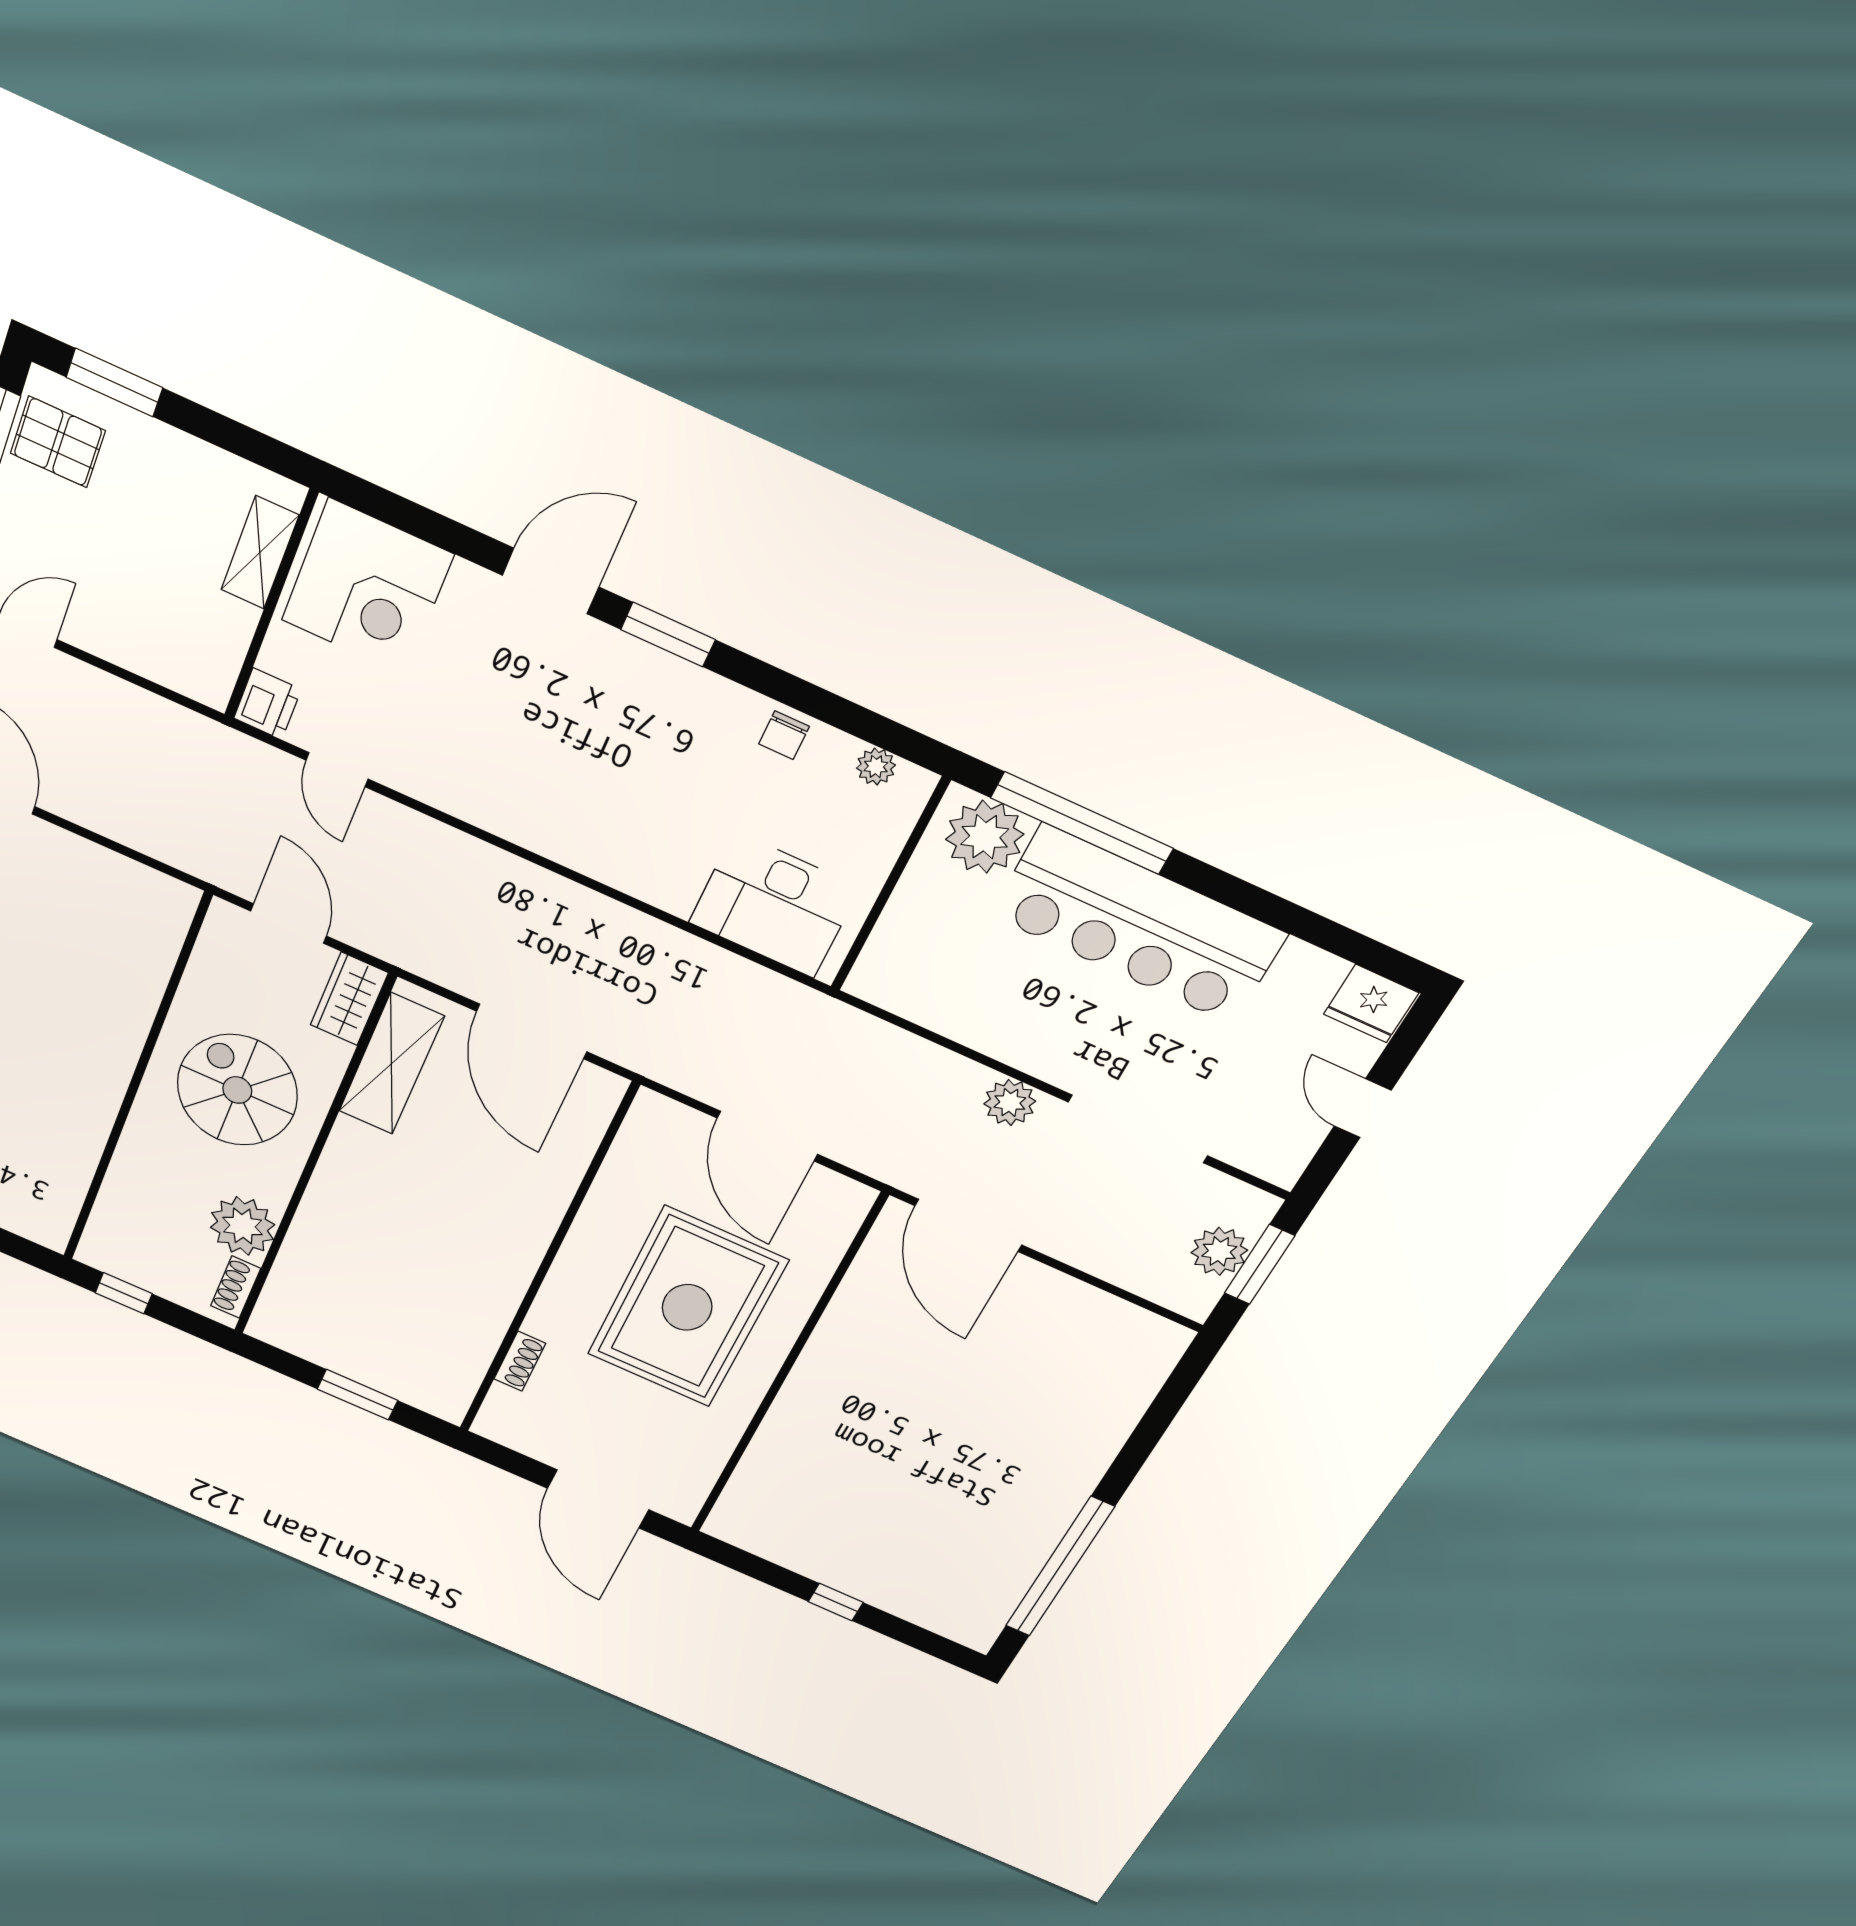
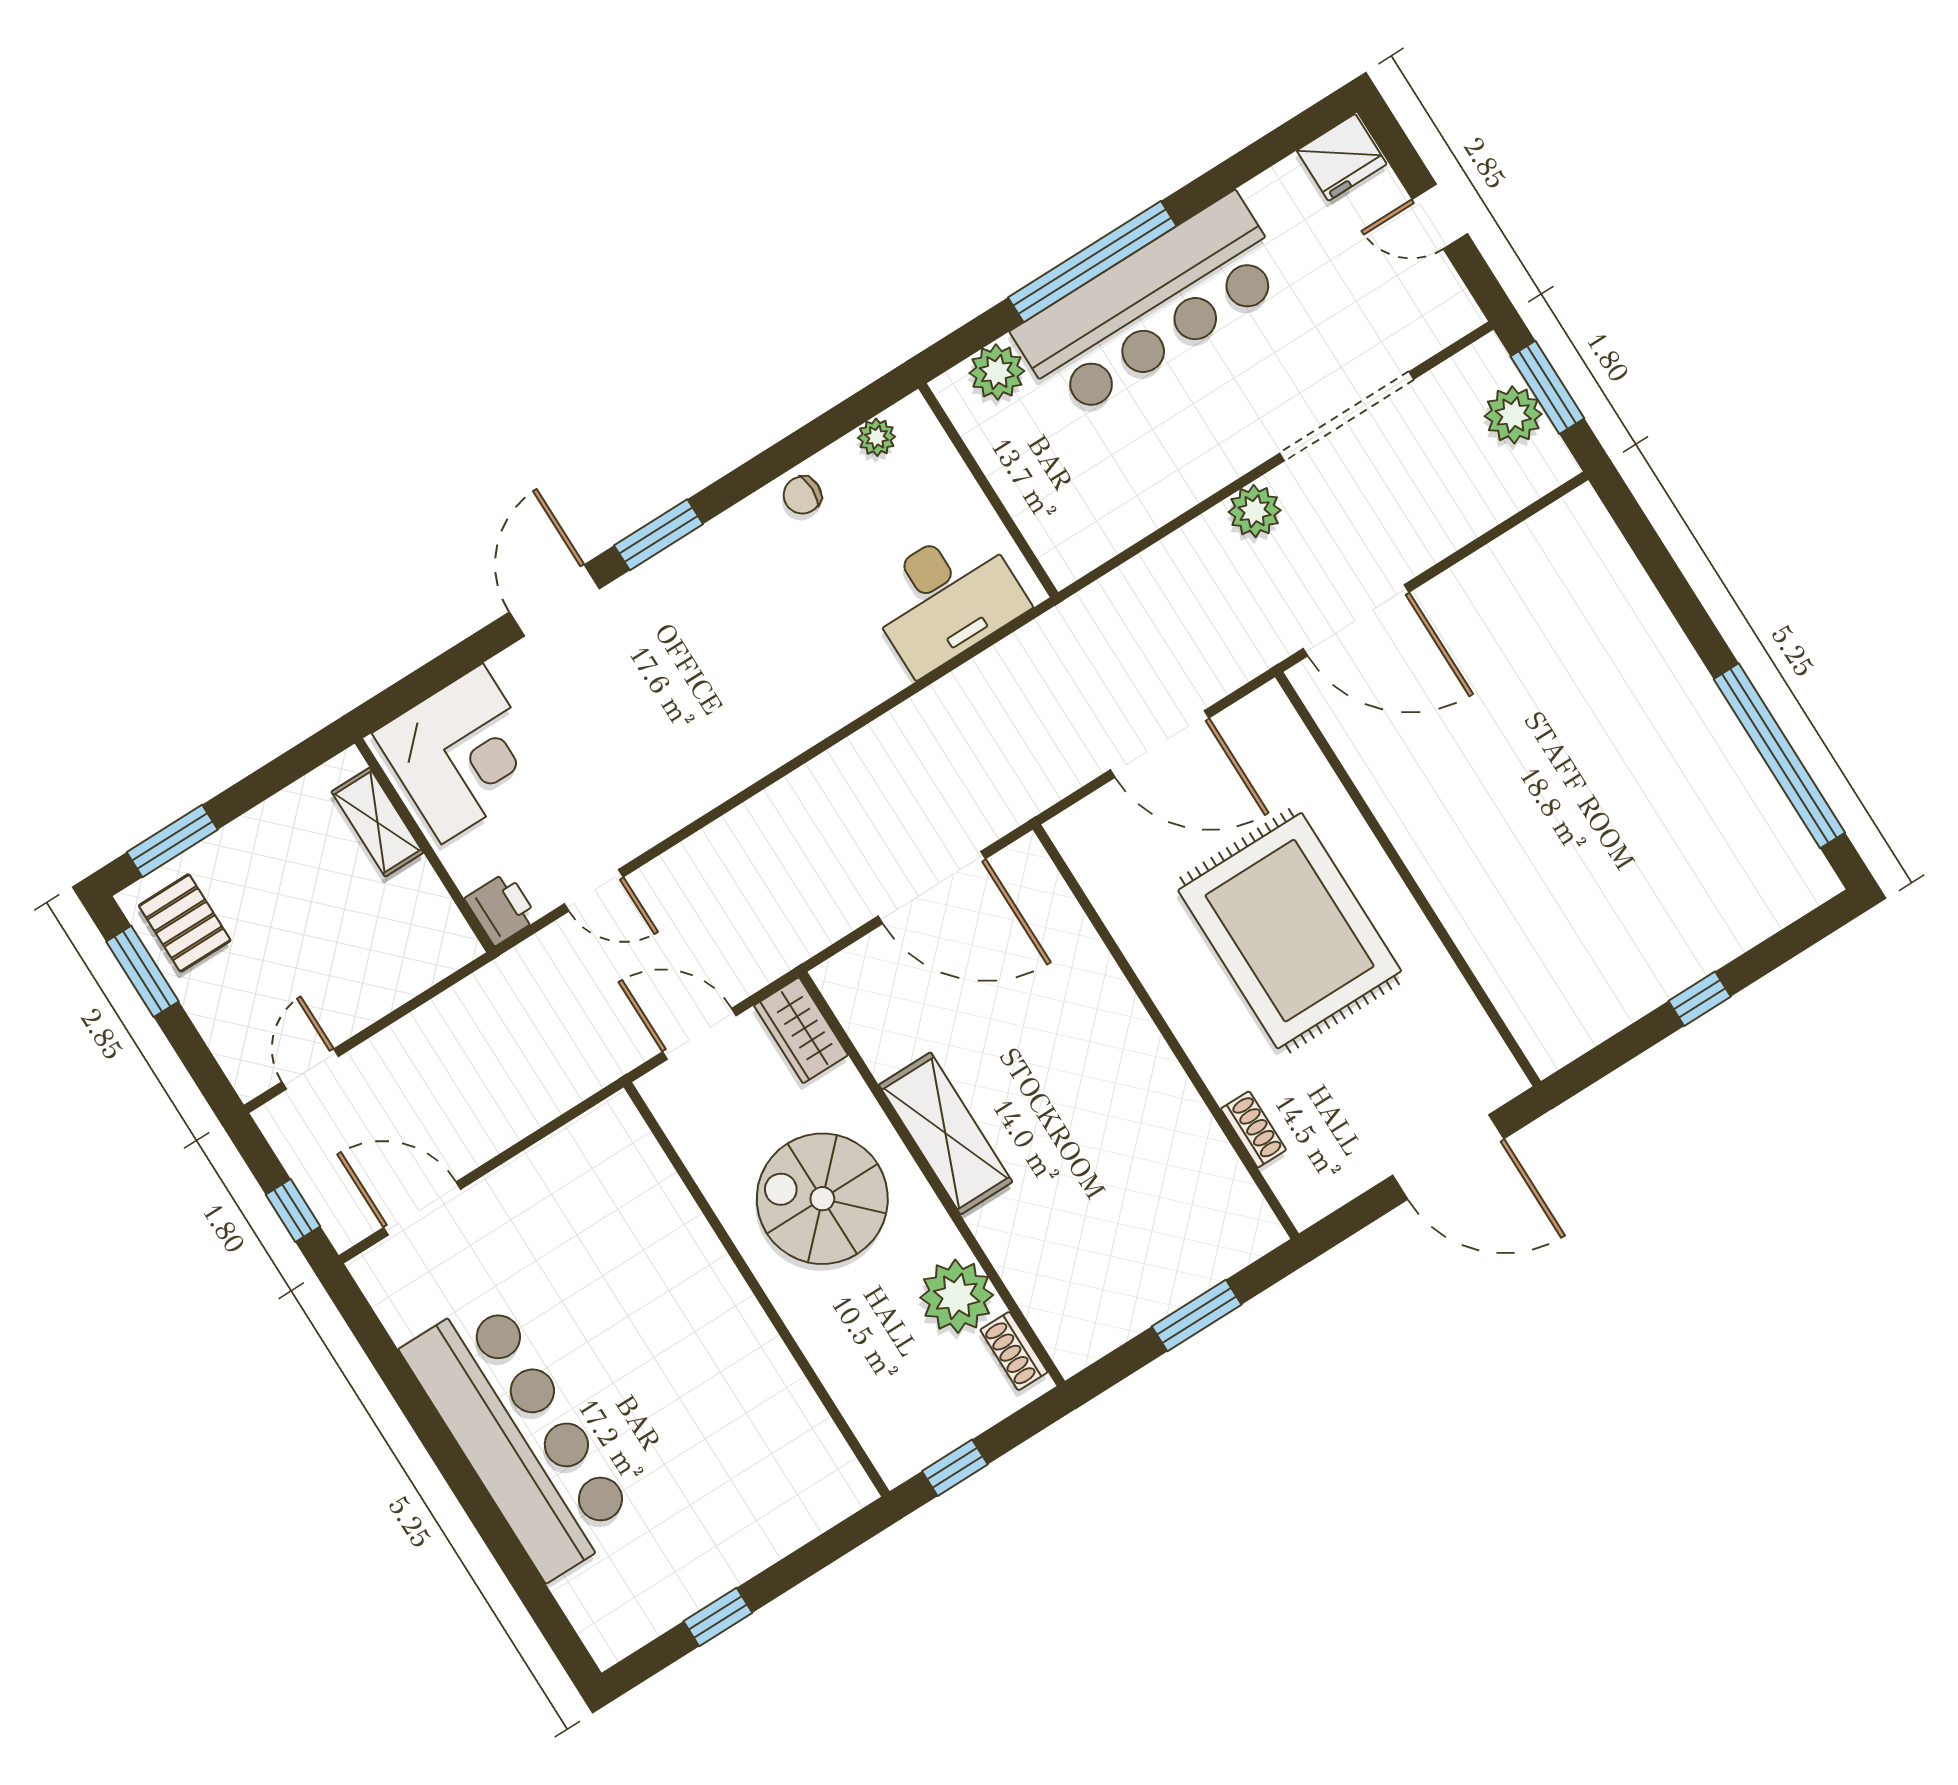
pallet: (58, 442) -> (185, 923), turned 90
chair: (784, 735) -> (802, 495), turned 90
window: (1082, 823) -> (1092, 262), moved
plant: (985, 837) -> (997, 372), width x0.73, depth x0.73
shelving: (391, 1064) -> (946, 1133), moved

